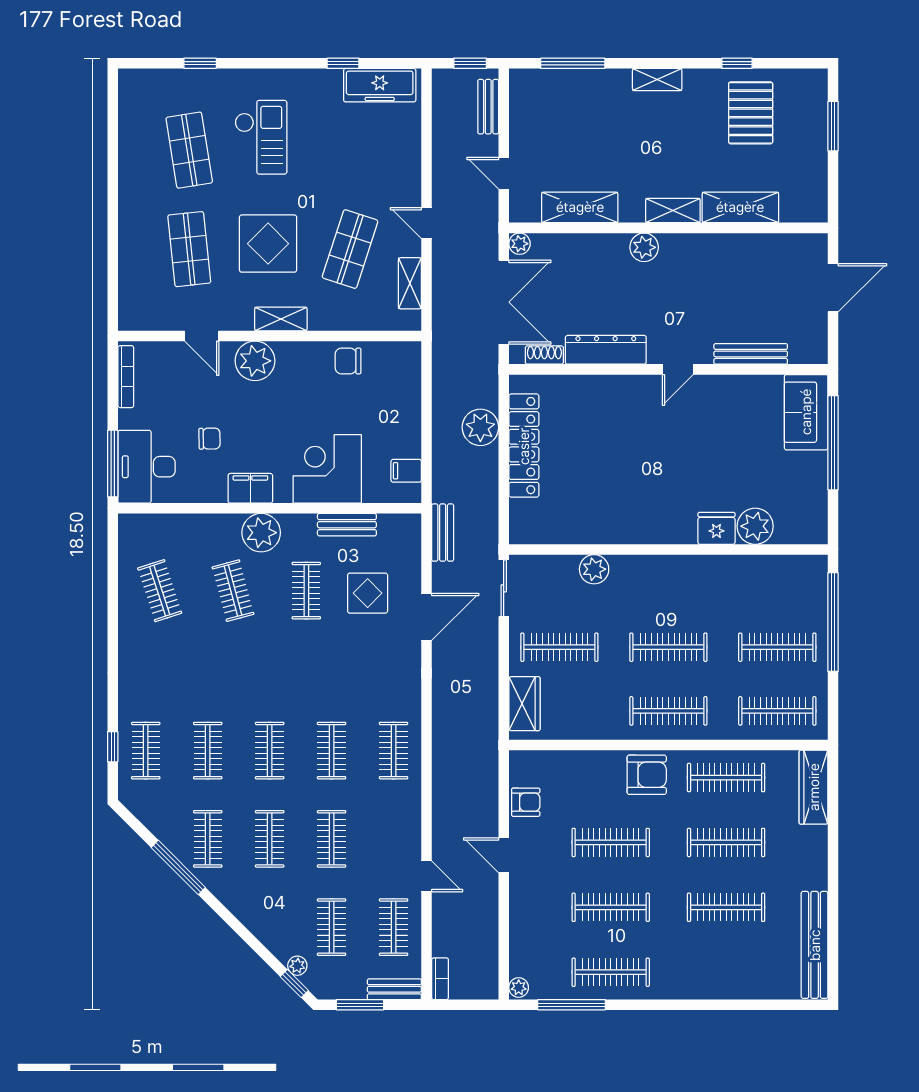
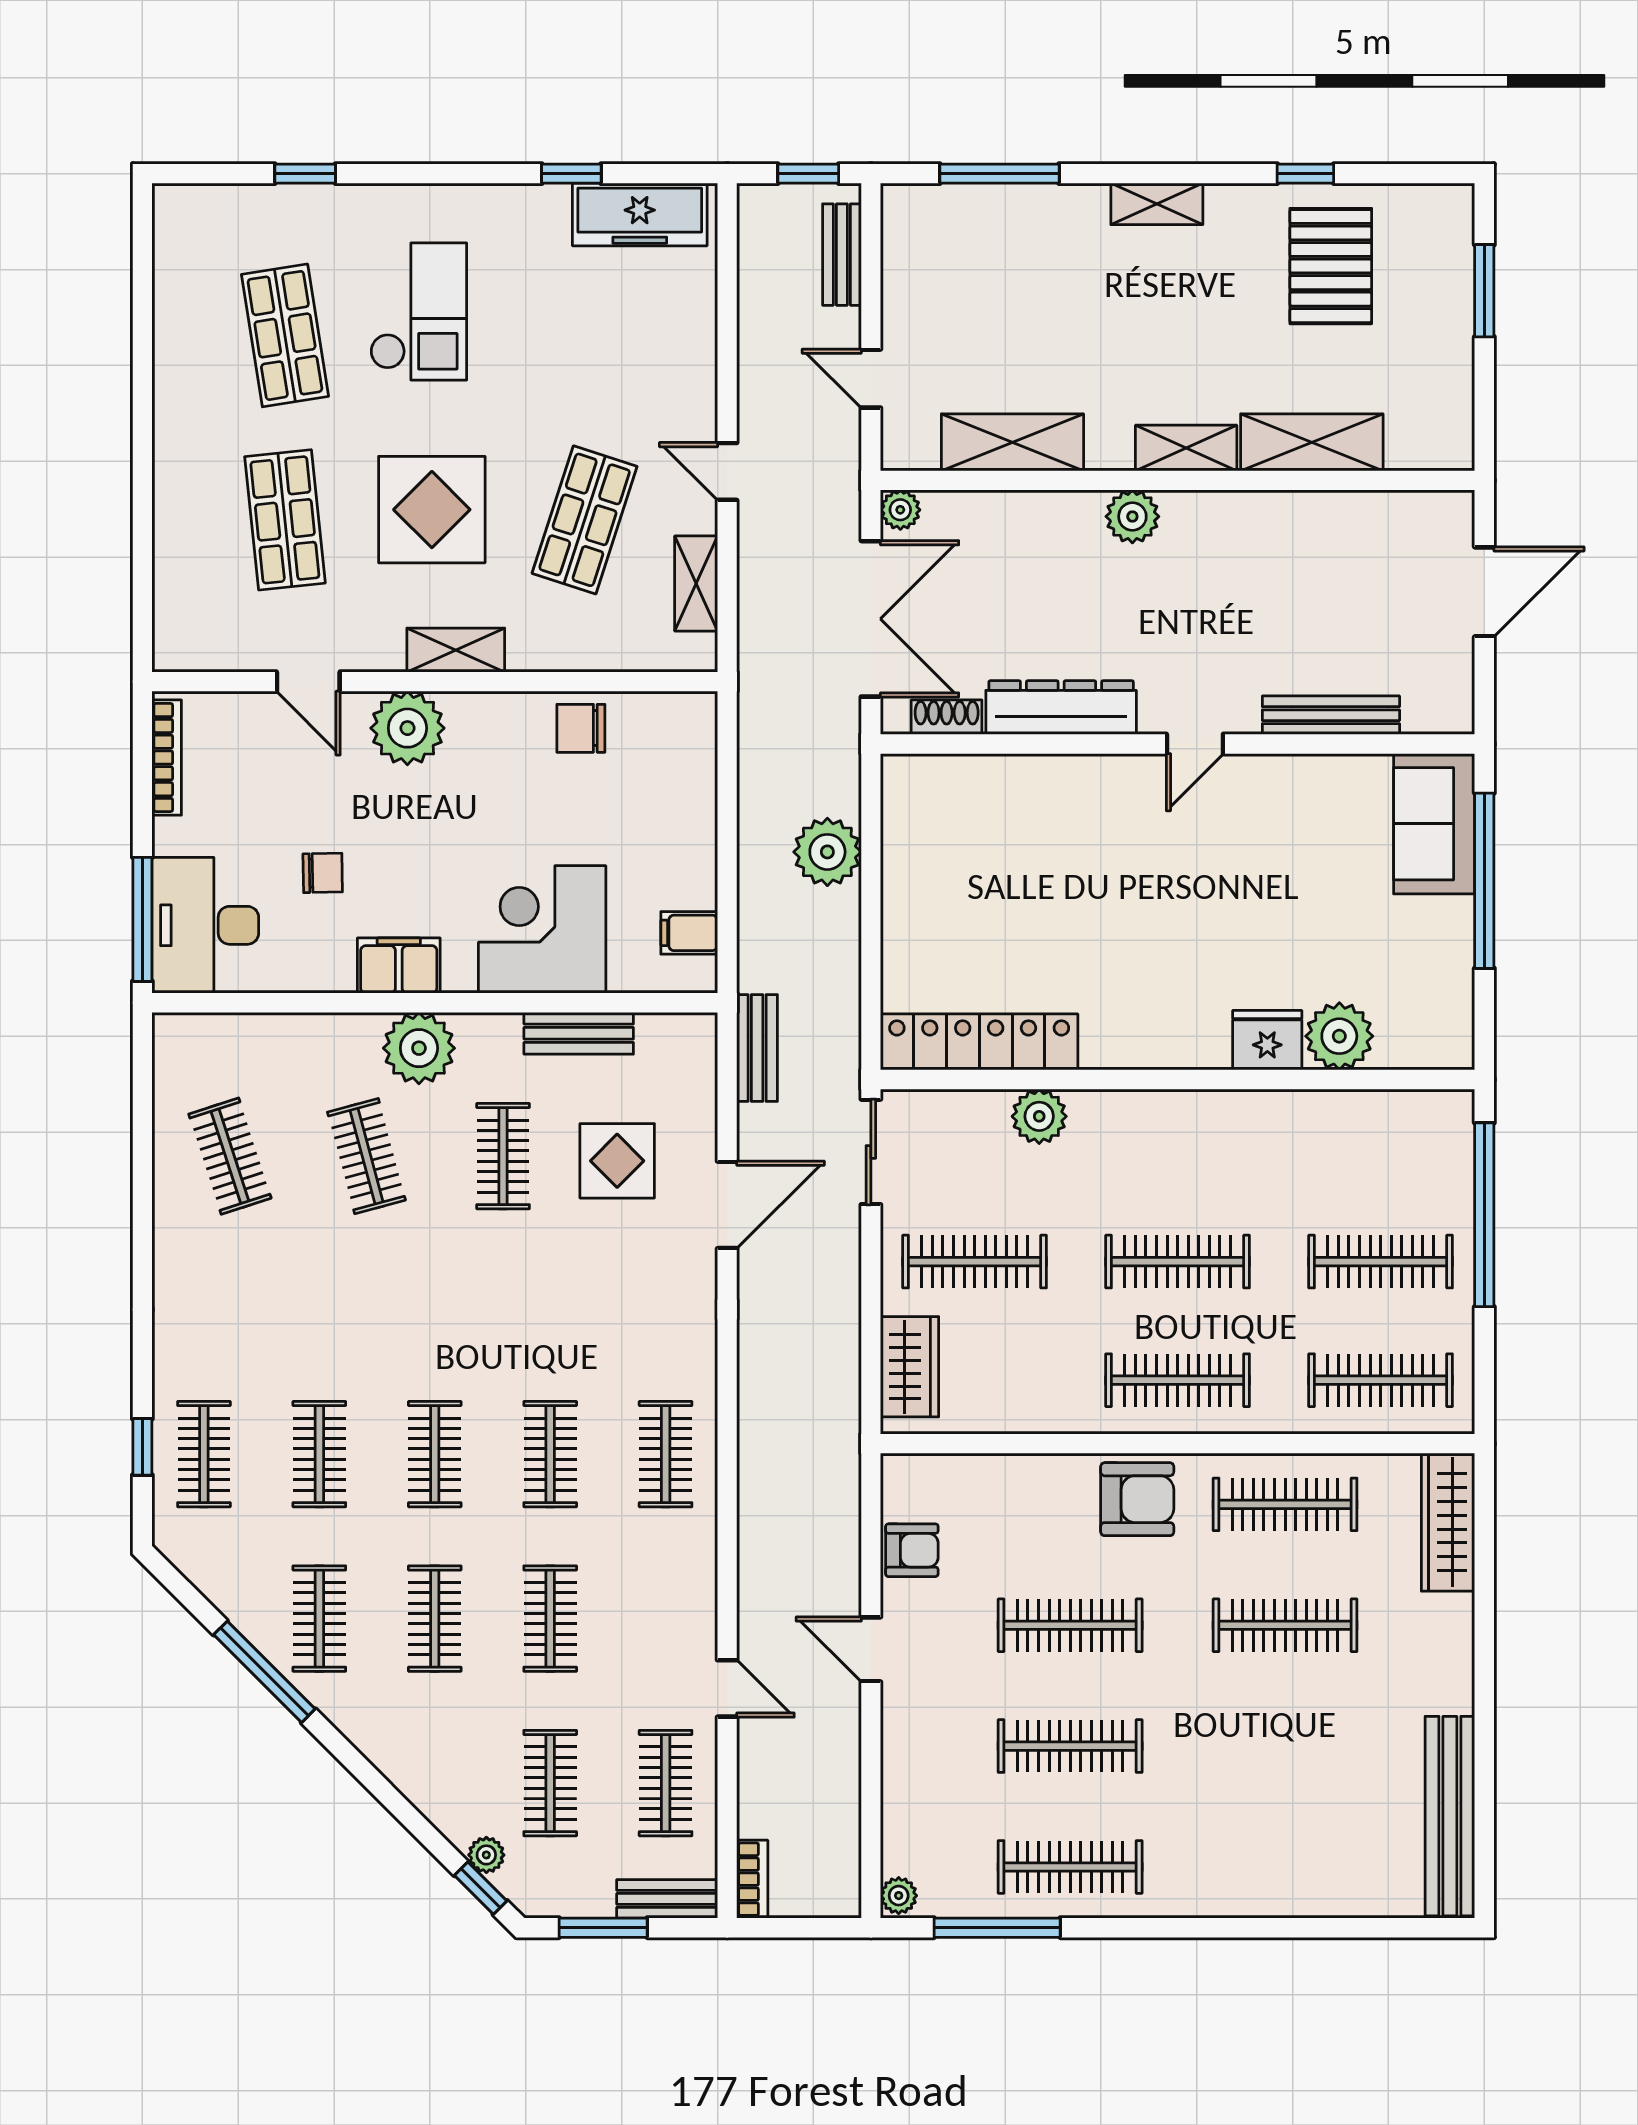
locker: (524, 446) -> (979, 1042), moved, turned -90
clothes rail: (726, 907) -> (1285, 1746), removed

